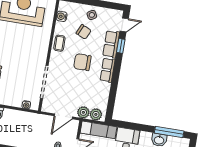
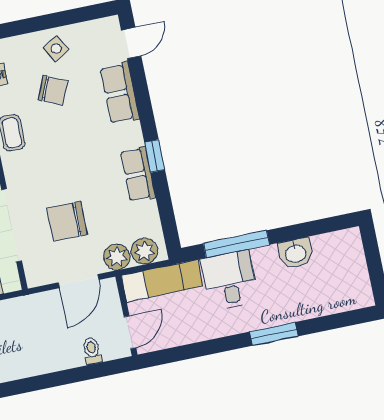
window: (121, 46) -> (155, 156), moved
chair: (82, 62) -> (67, 221), moved
row of seats: (108, 70) -> (138, 174), moved
window: (169, 132) -> (236, 244), moved

